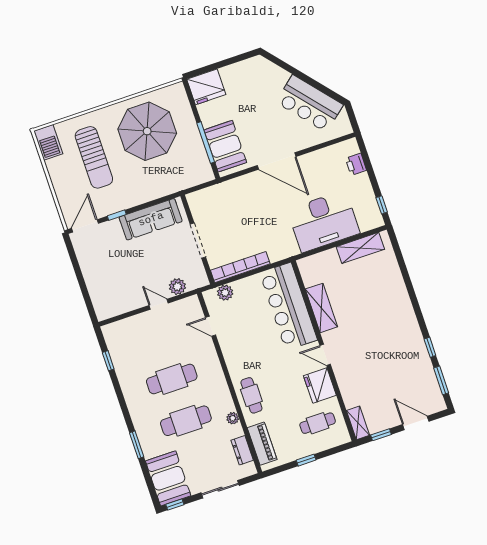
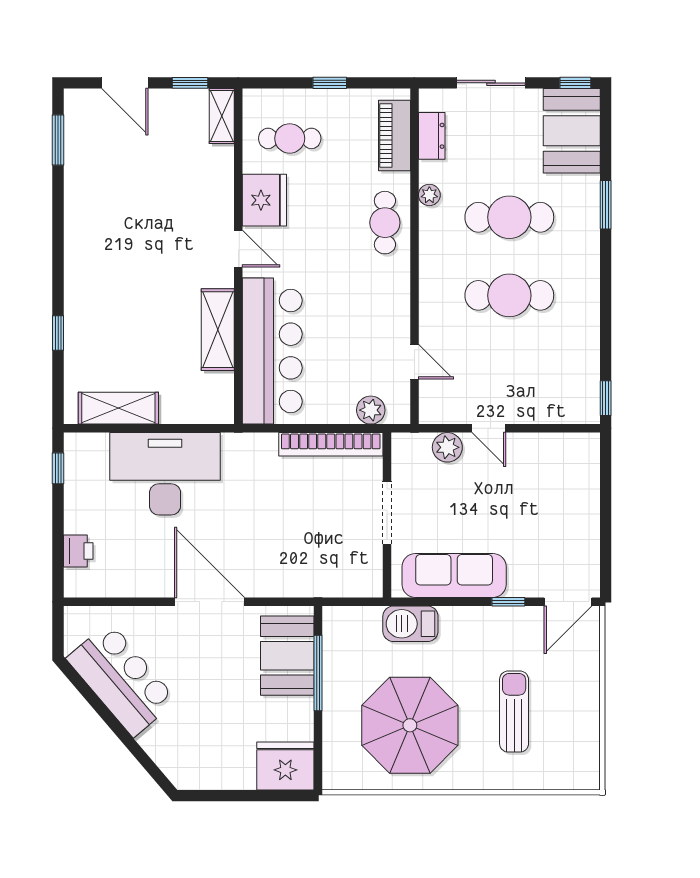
barbecue: (48, 142) -> (410, 624), moved, turned -90
sun lounger: (94, 157) -> (514, 712), width x0.73, depth x0.75
window: (430, 347) -> (58, 333), moved
window: (108, 361) -> (606, 398), moved

